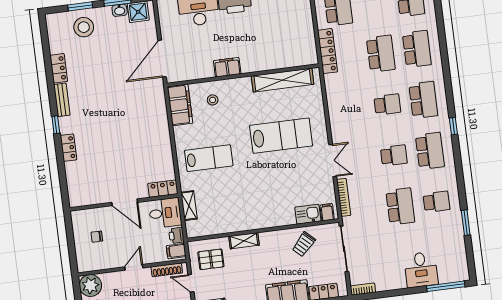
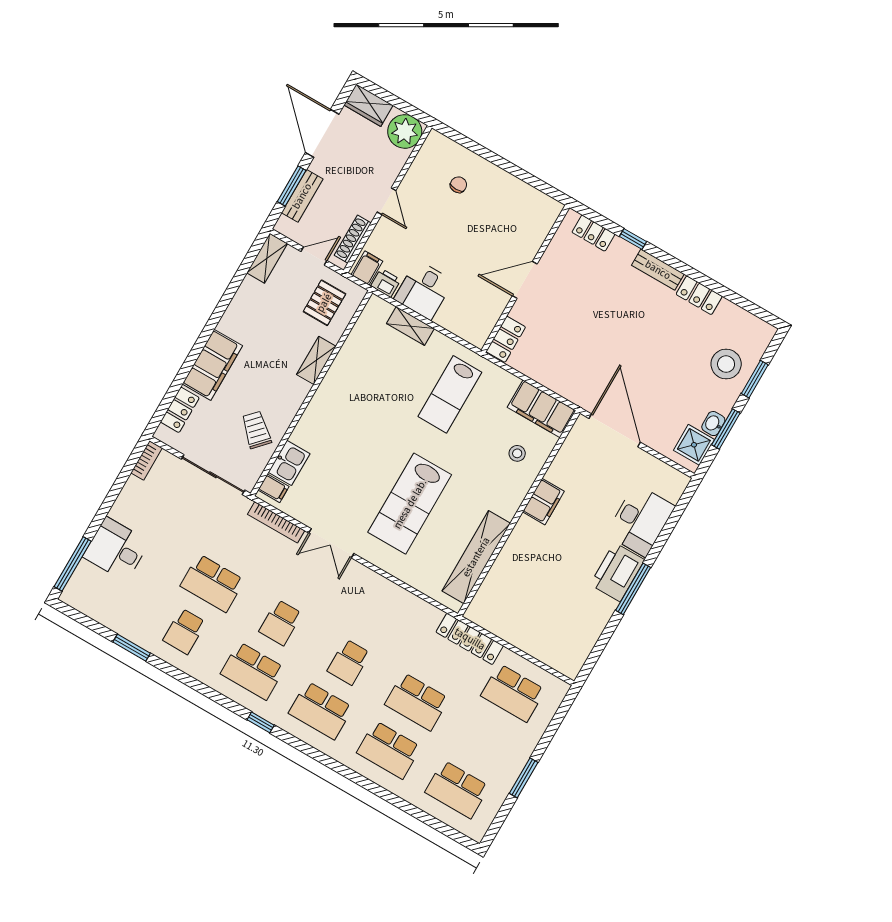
locker: (163, 189) -> (506, 339), moved
wall: (124, 202) -> (525, 279), moved
door: (125, 202) -> (525, 280), moved

